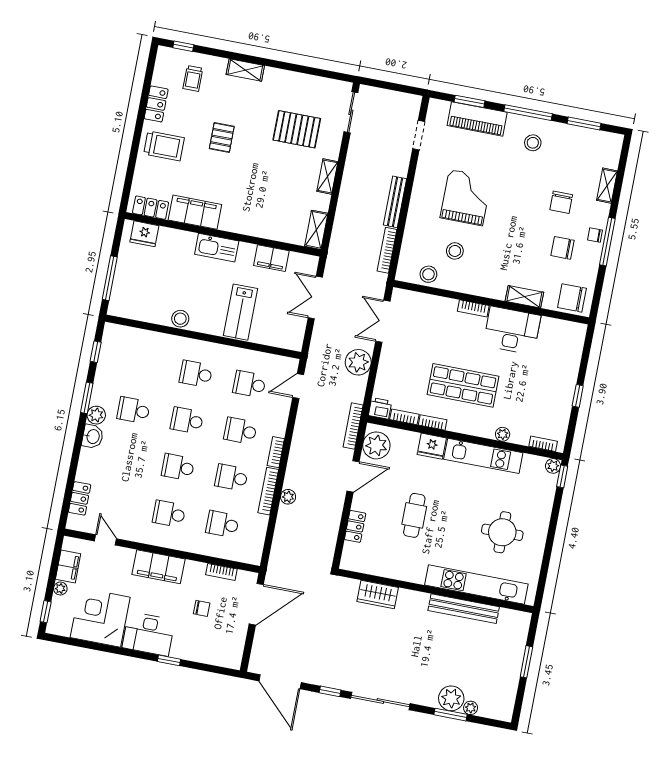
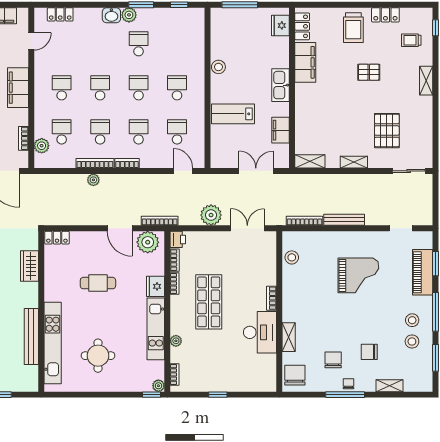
stool: (455, 251) -> (412, 342), moved
locker: (355, 526) -> (57, 238), moved
plant: (234, 552) -> (42, 146), added

